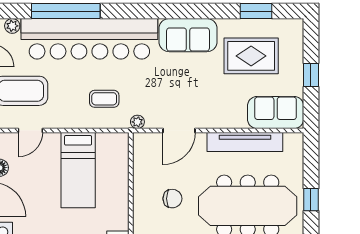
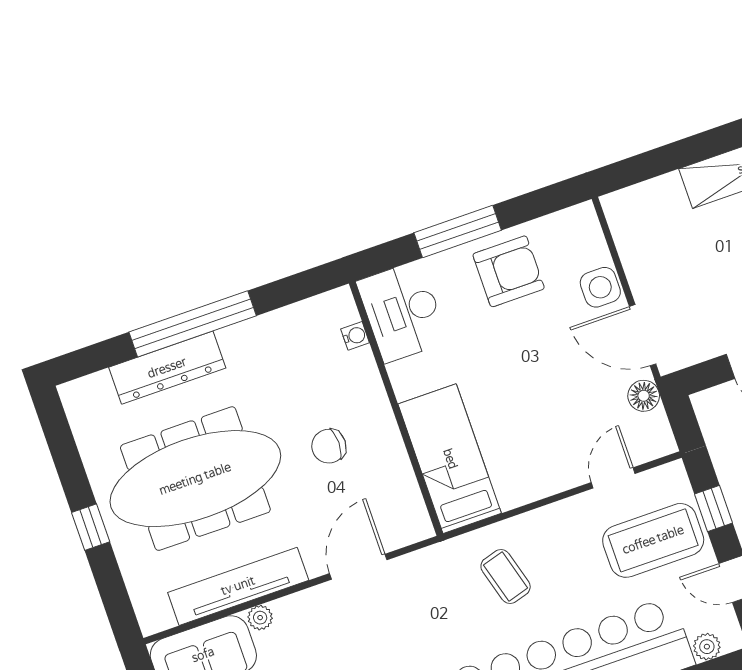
coffee table: (104, 99) -> (506, 577), turned 74
plant: (137, 122) -> (260, 618), moved
bed: (78, 170) -> (450, 459), moved

